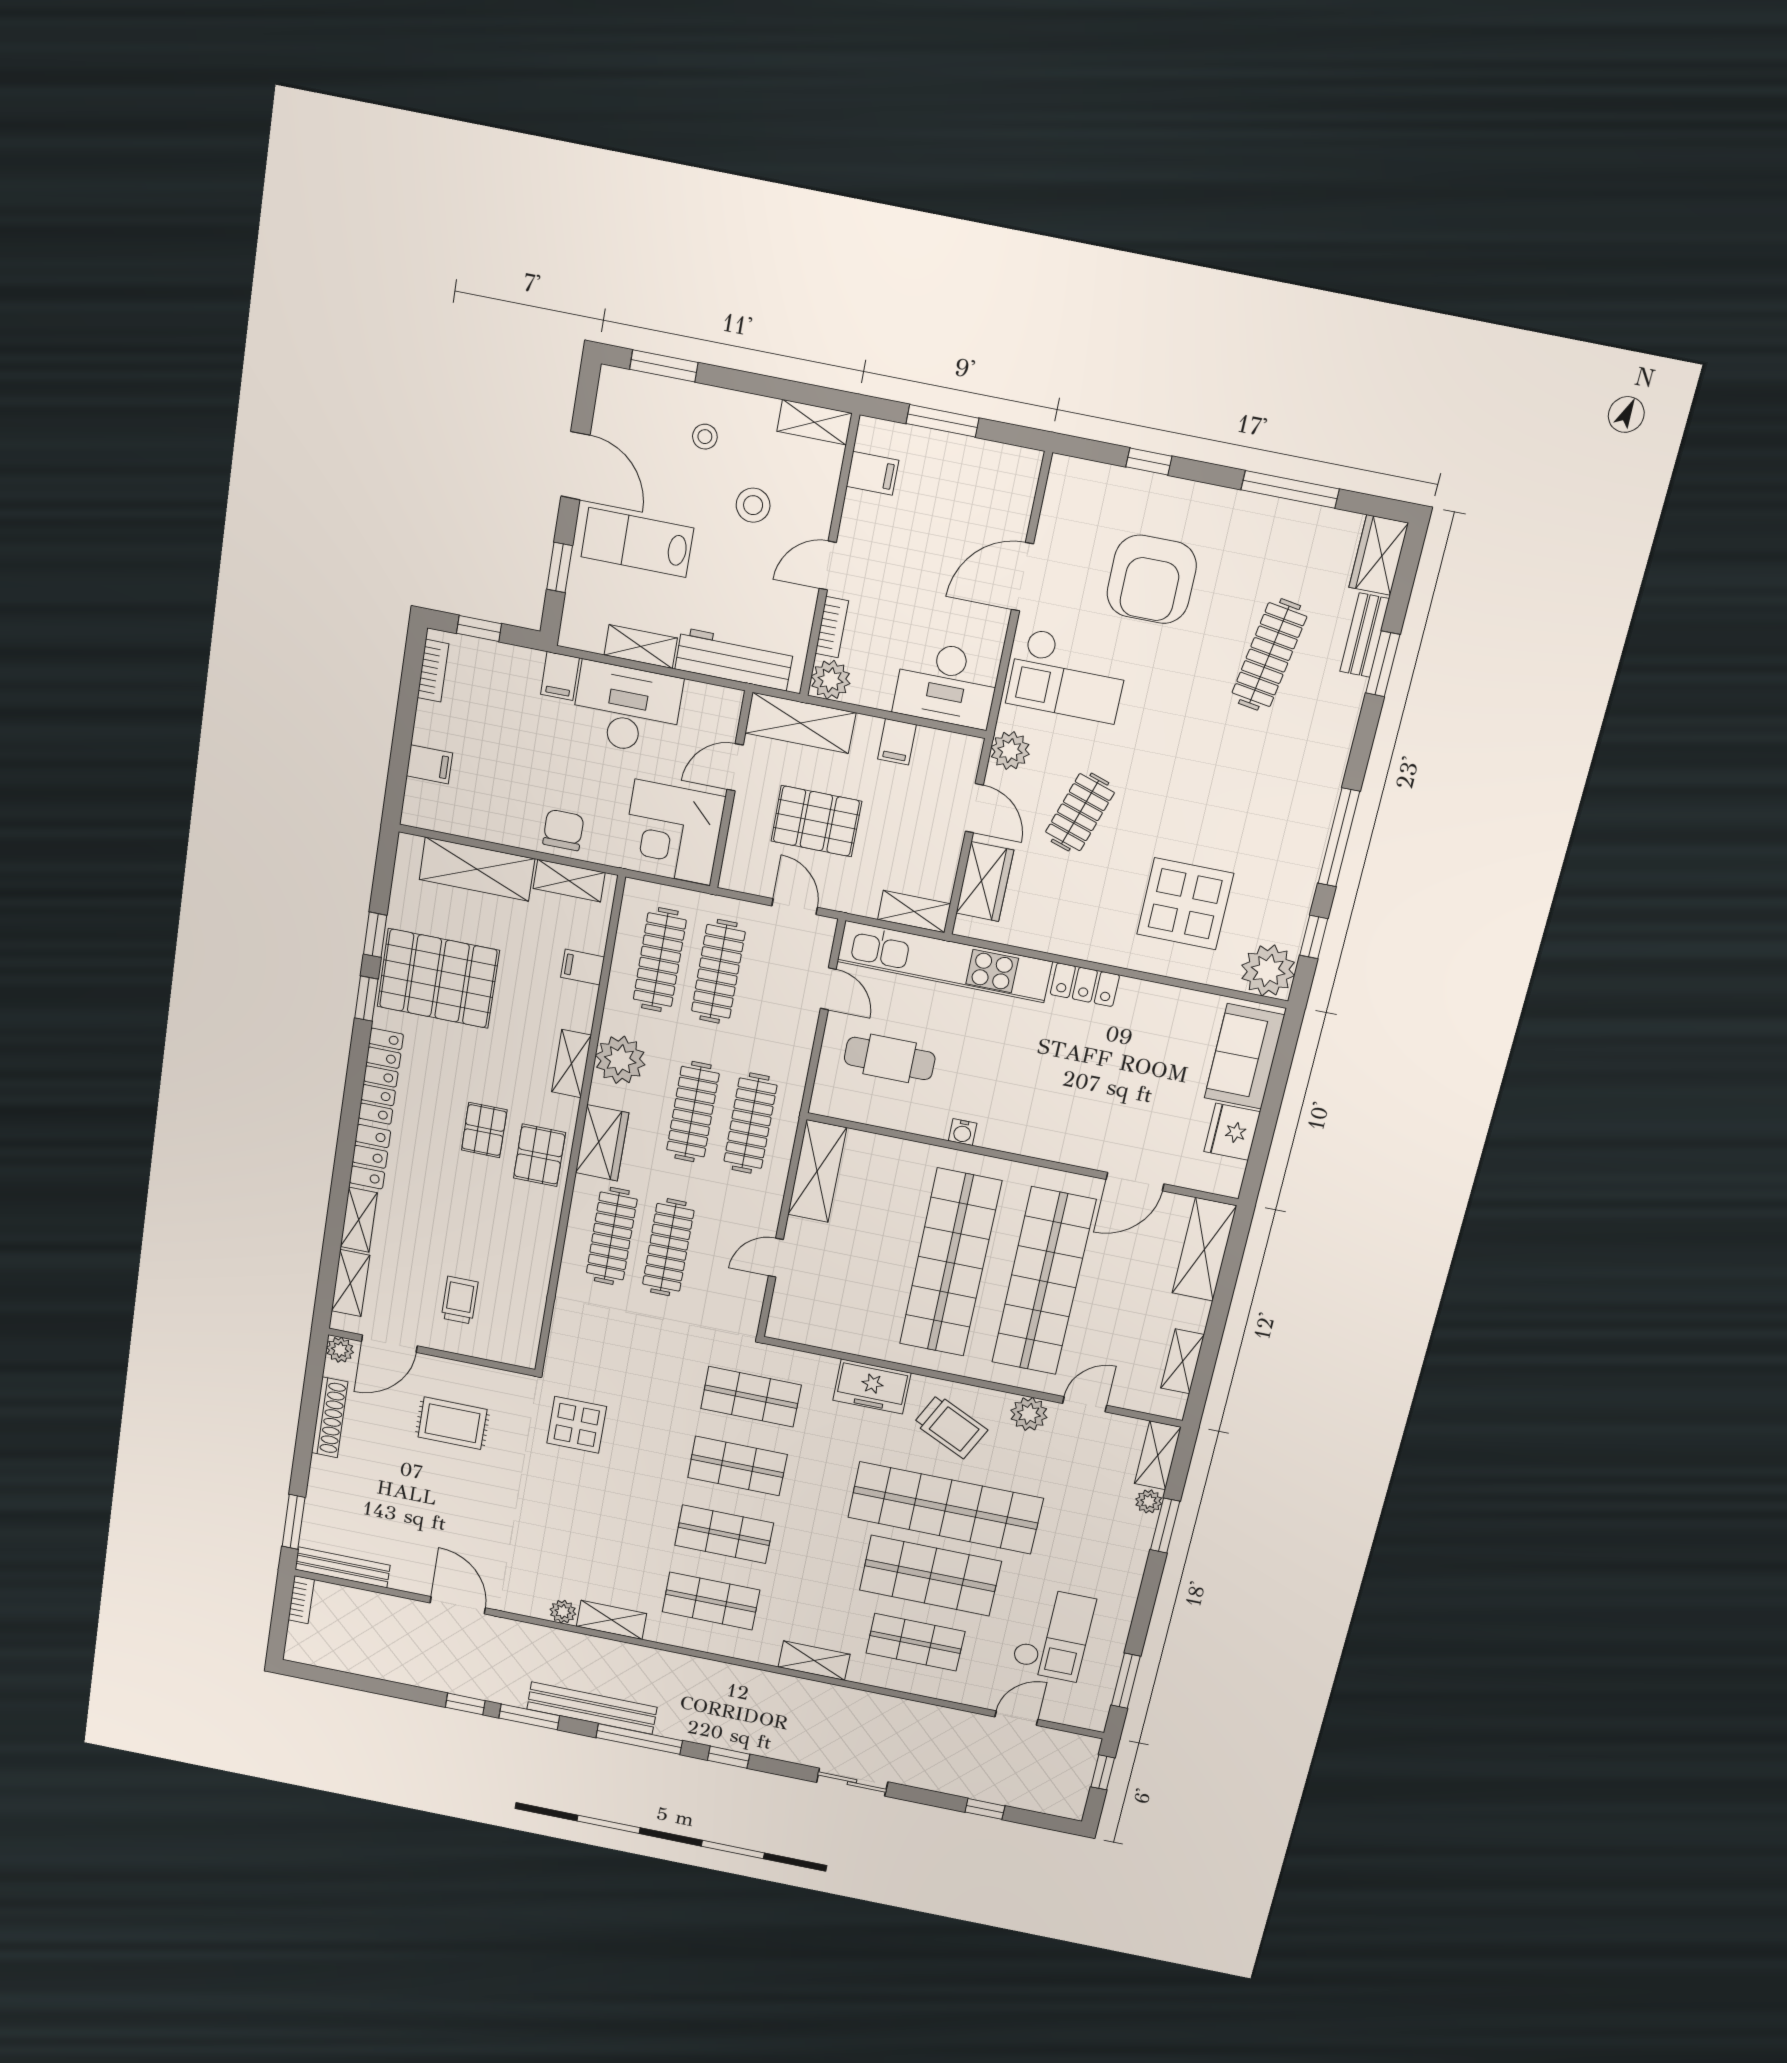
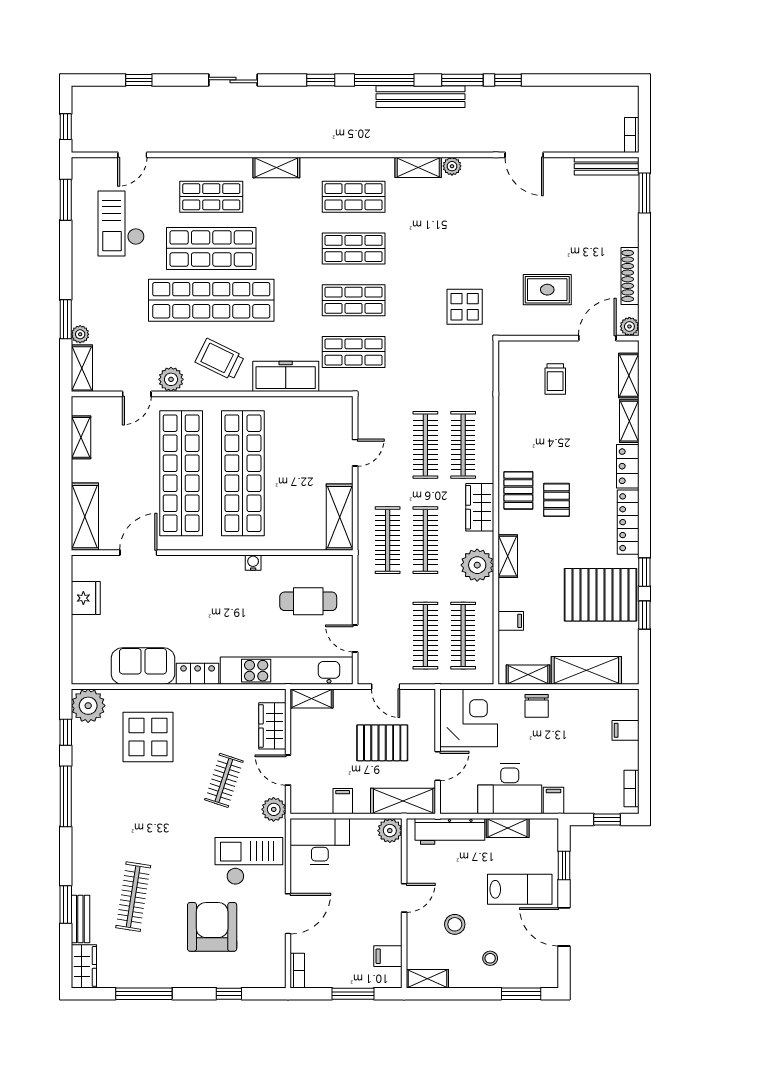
bookcase: (832, 627) -> (297, 971), moved, turned 180
sofa: (1244, 1056) -> (143, 666), moved, turned -90
freezer: (872, 1387) -> (286, 376), width x1.40

